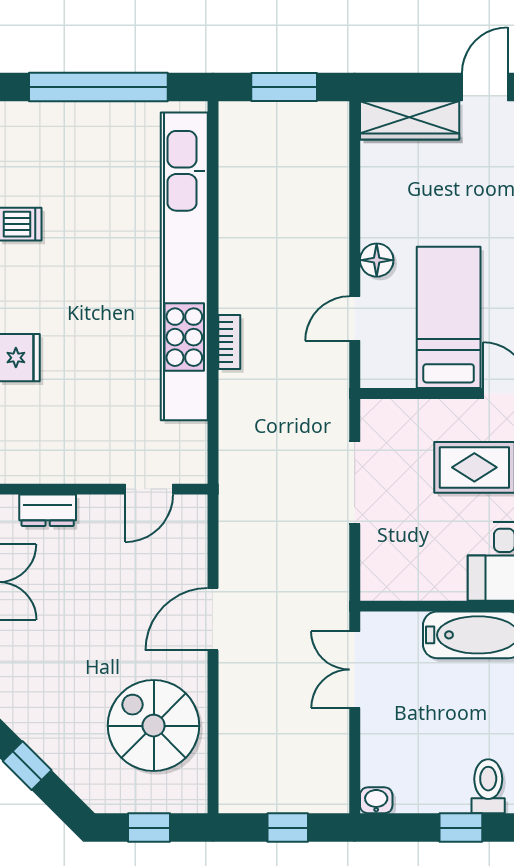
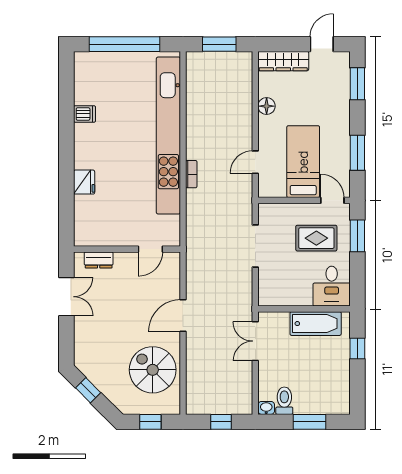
floor lamp: (377, 260) -> (267, 106), moved
toilet: (488, 786) -> (284, 401), moved
window: (461, 828) -> (309, 422), width x1.50

